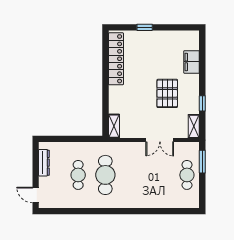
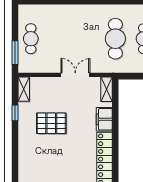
filing cabinet: (192, 62) -> (104, 119), moved, turned 180
pallet: (167, 93) -> (51, 123), turned 90
double door: (160, 140) -> (75, 75), moved

